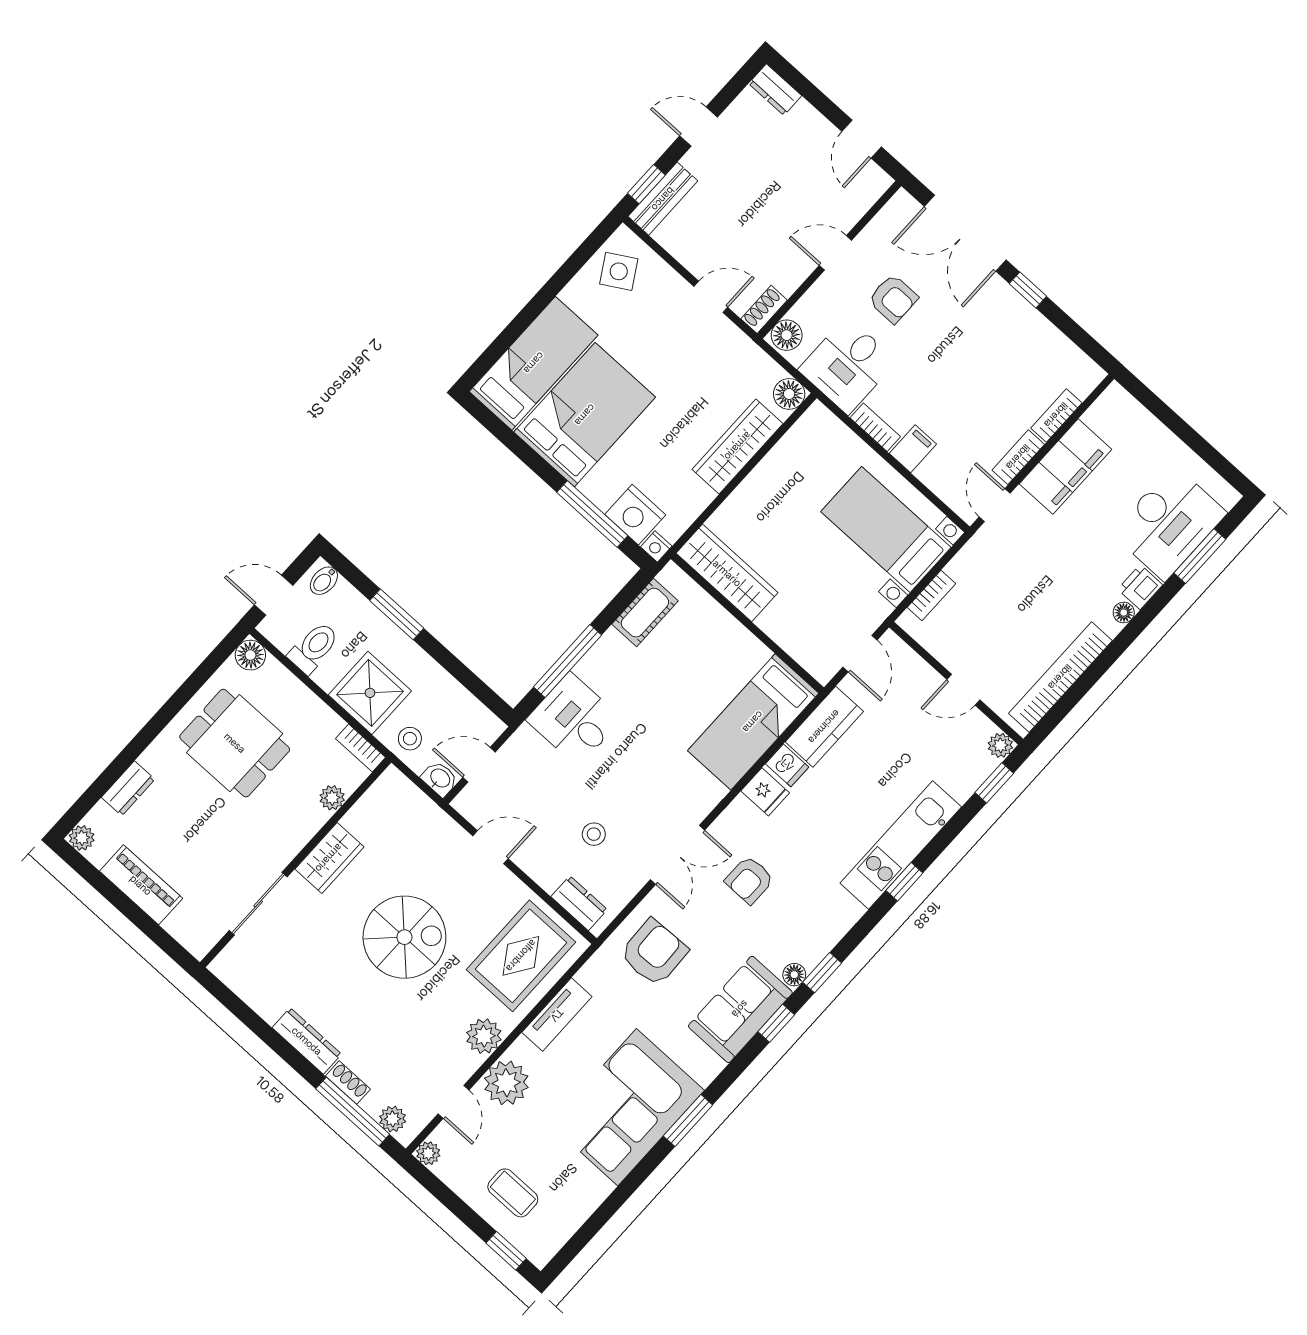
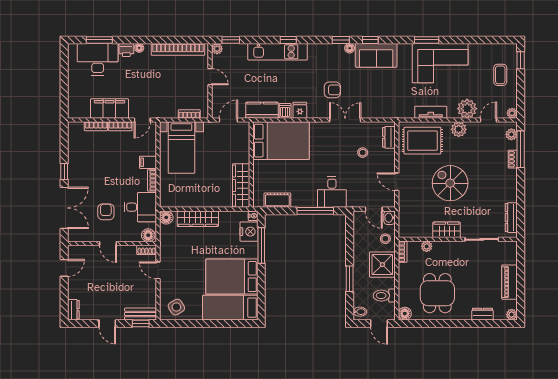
bed: (753, 722) -> (281, 141), width x1.50
armchair: (654, 952) -> (383, 99), removed
dresser: (307, 1041) -> (511, 218), moved

